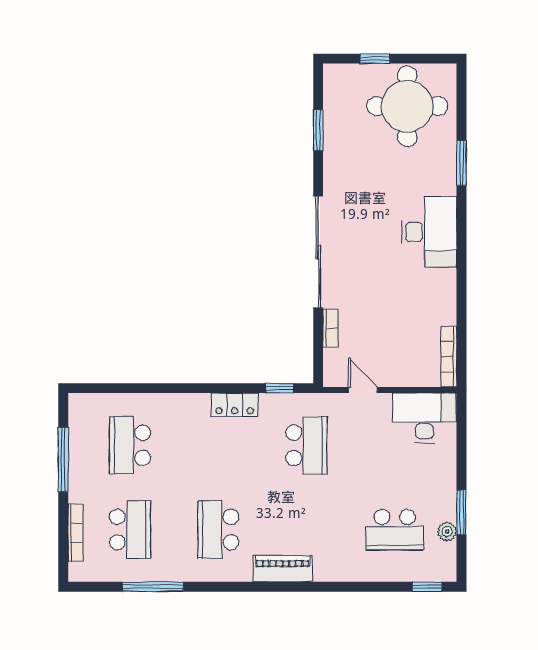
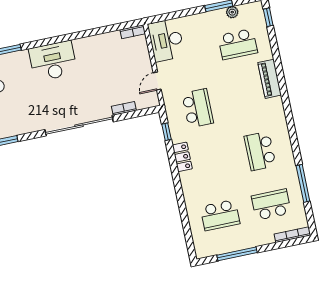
bookcase: (449, 357) -> (133, 32), width x0.64
school desk: (307, 445) -> (198, 108), turned 90
school desk: (218, 530) -> (260, 151), turned 90
school desk: (395, 530) -> (238, 44), turned 90
bookcase: (75, 533) -> (292, 235), moved
piano: (283, 569) -> (270, 79), moved

